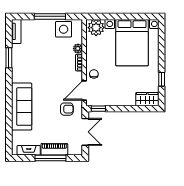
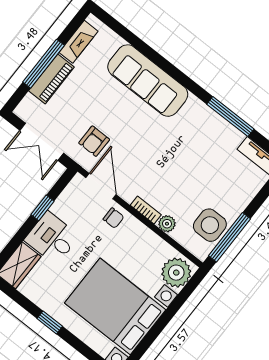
window: (50, 16) -> (229, 237), moved
window: (9, 58) -> (230, 117), width x1.44
window: (162, 79) -> (50, 322), moved
desk: (124, 94) -> (52, 238), added
window: (98, 109) -> (42, 208), moved

